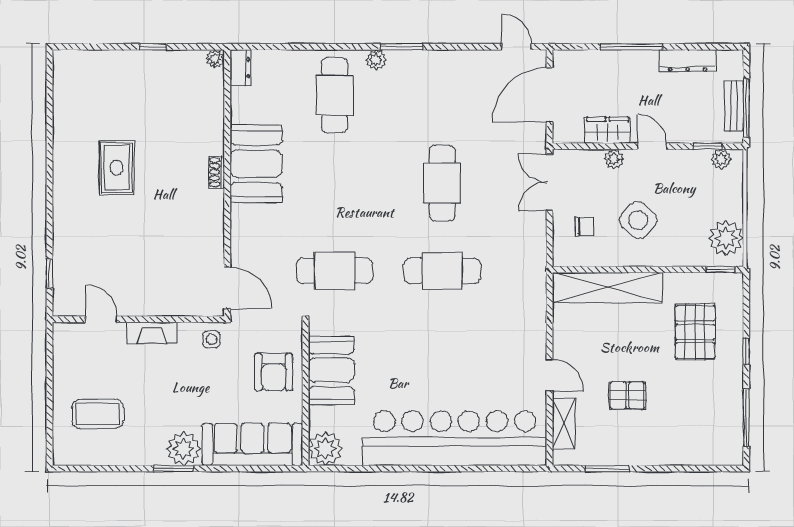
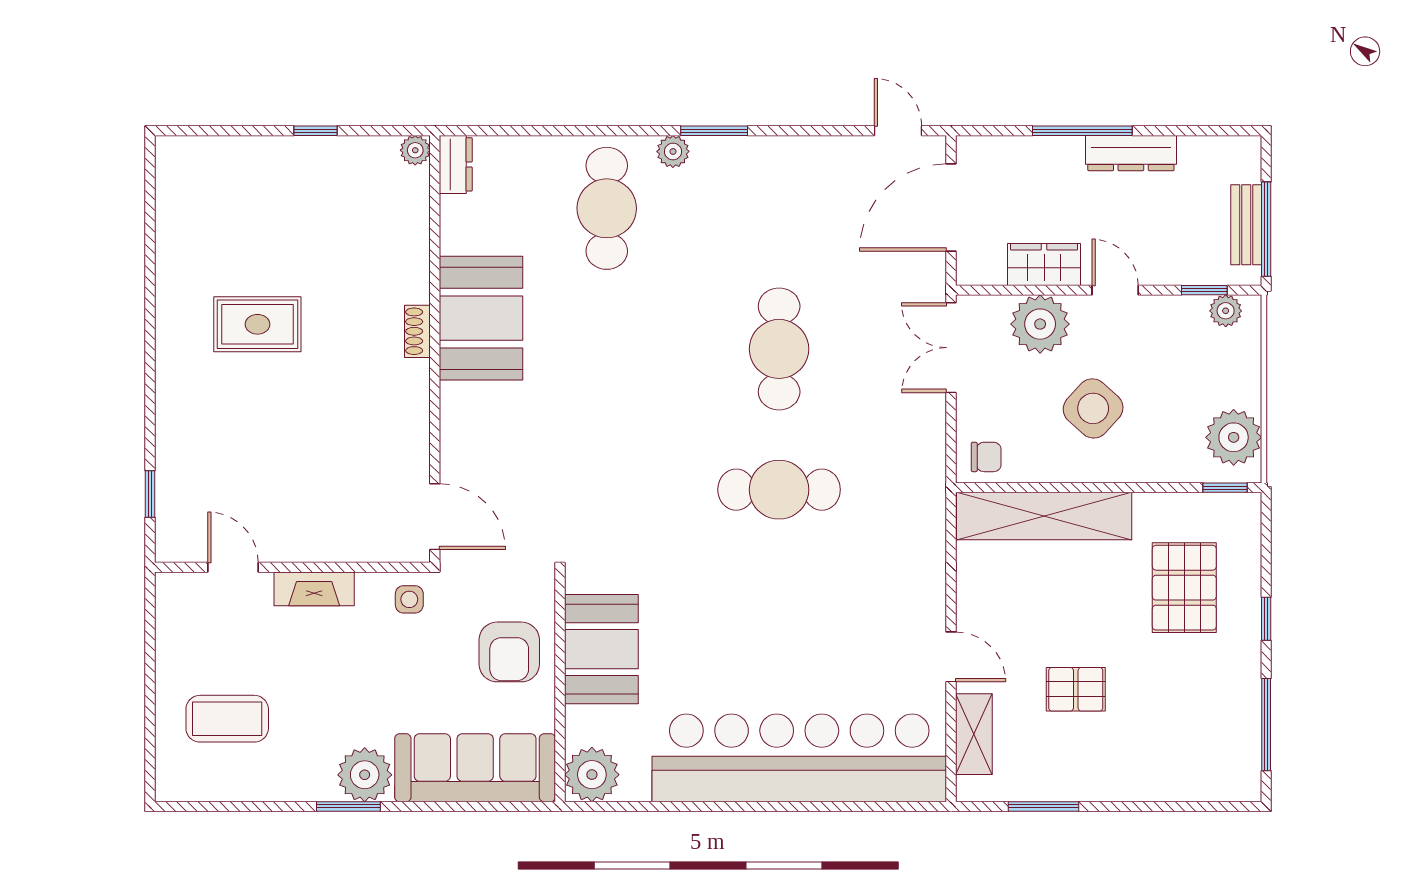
dresser: (688, 61) -> (1131, 153), moved
plant: (614, 159) -> (1040, 324), width x1.88, depth x1.88
rug: (117, 168) -> (257, 324), turned 90
chair: (584, 227) -> (986, 457), moved
cafe table: (335, 271) -> (607, 490), removed

